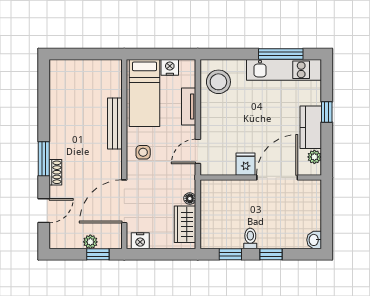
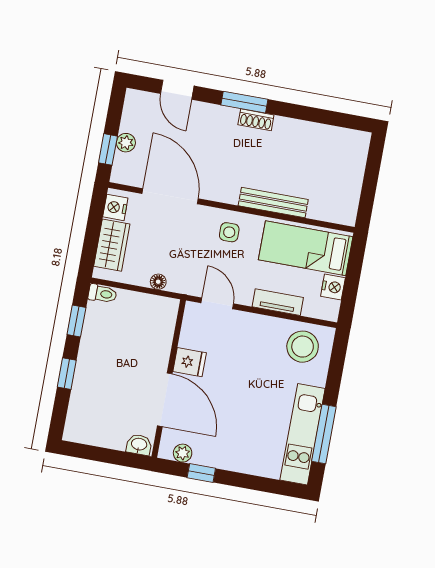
window: (327, 112) -> (201, 473), moved
kitchen counter: (311, 127) -> (222, 455), removed
shoe rack: (55, 172) -> (256, 120), moved
wardrobe: (185, 224) -> (112, 245), moved, turned 90
toilet: (250, 239) -> (103, 294), moved
washbasin: (314, 240) -> (139, 445), moved

